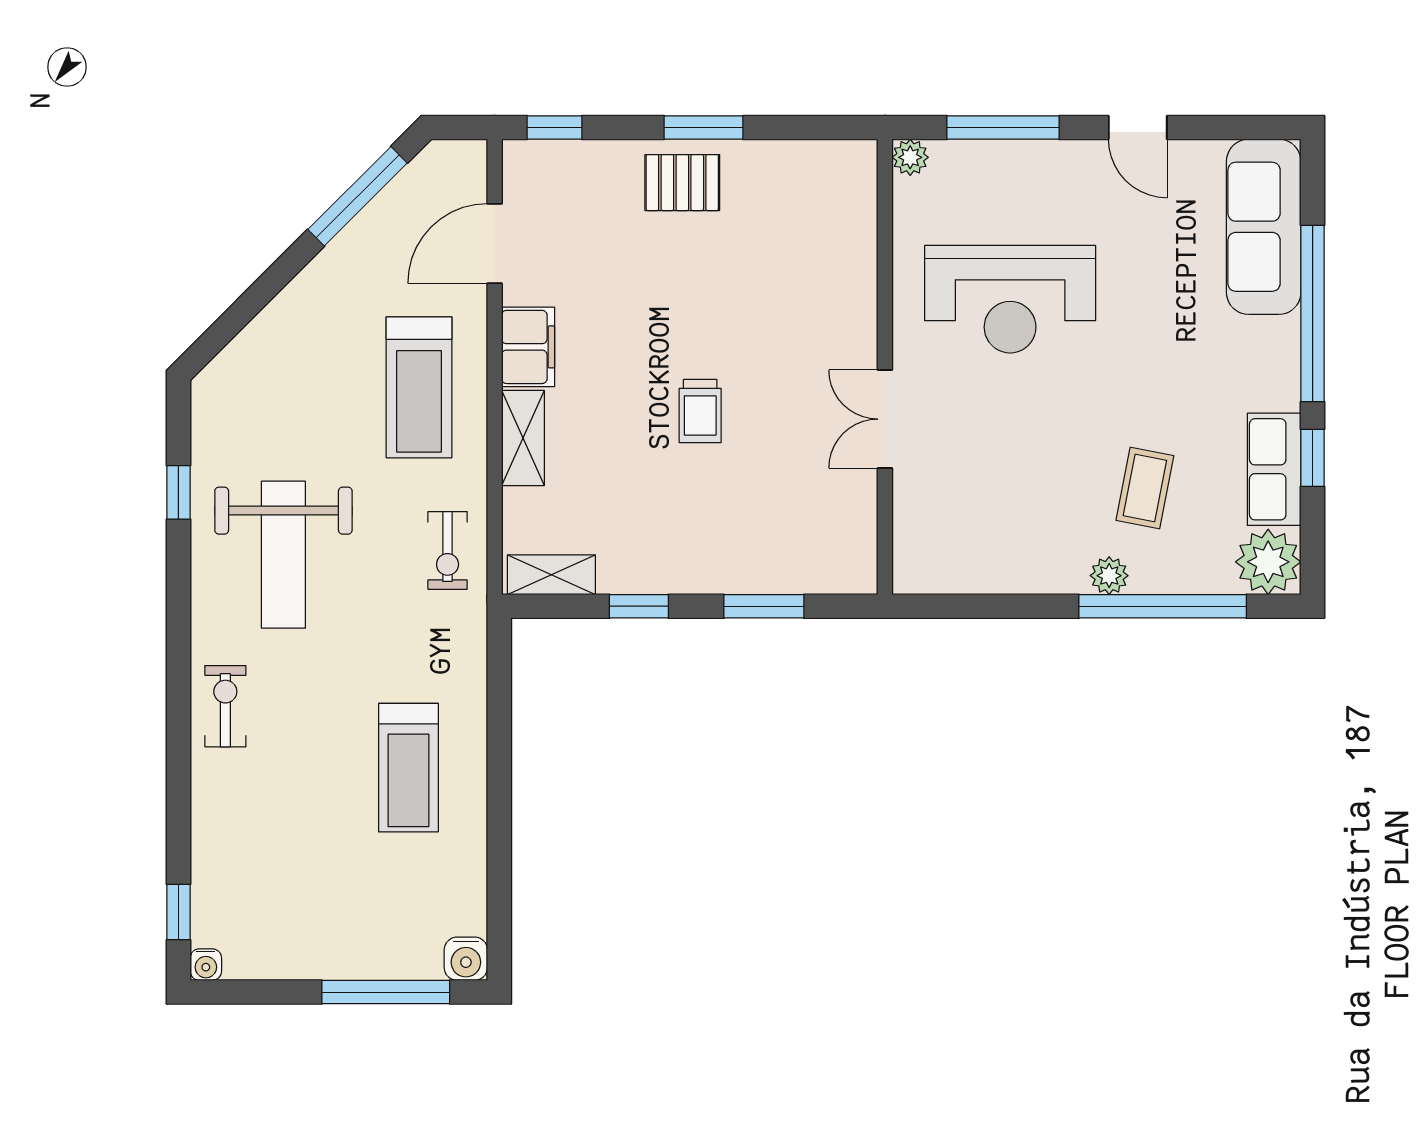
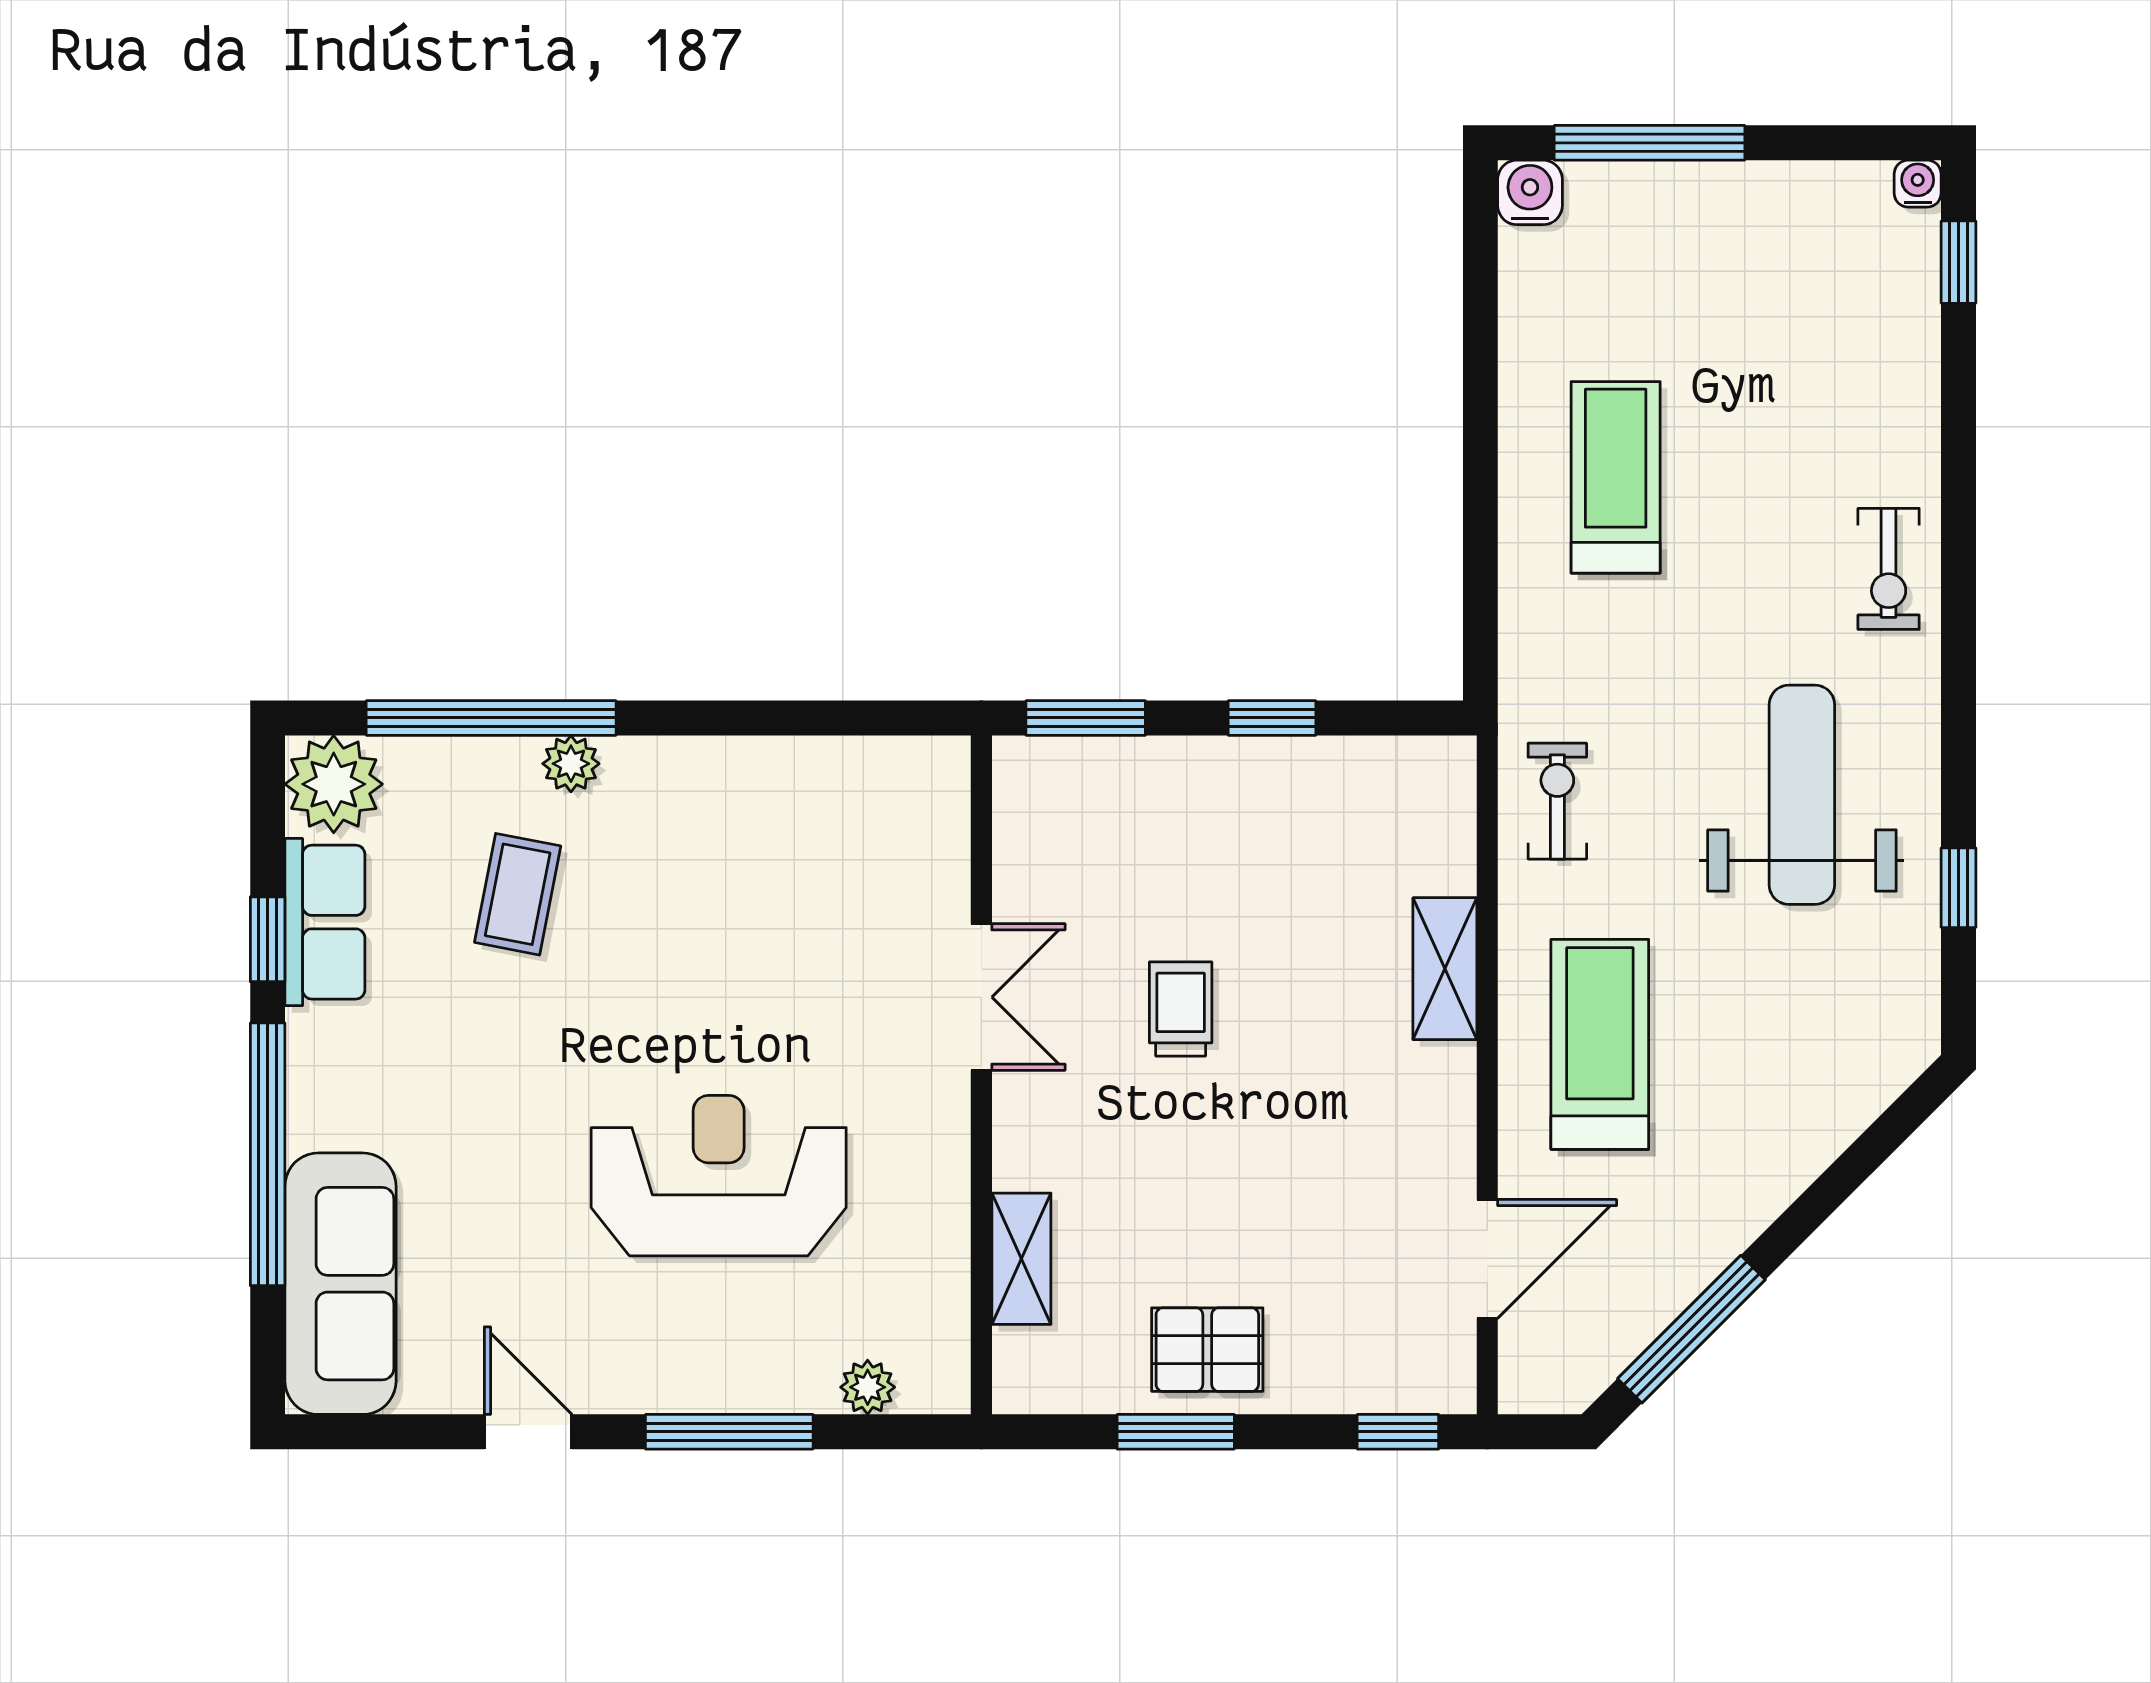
filing cabinet: (528, 347) -> (1437, 1105), removed
wall: (885, 367) -> (981, 1075), moved
double door: (885, 419) -> (981, 997), moved
shelving: (551, 575) -> (1021, 1259), moved, turned 90

